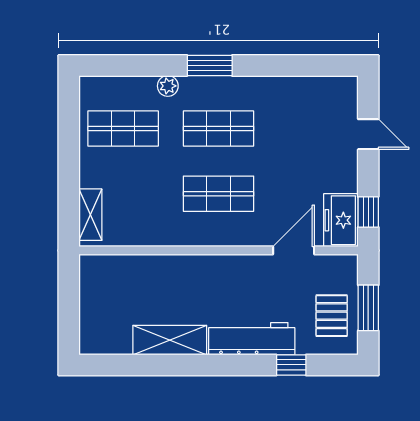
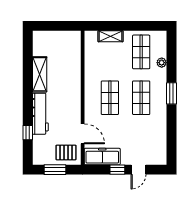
plant: (168, 86) -> (162, 63), moved
window: (368, 212) -> (117, 170), moved
shelving: (90, 215) -> (111, 36), moved
freezer: (341, 220) -> (102, 156), width x1.40
pallet: (332, 316) -> (66, 152), moved

